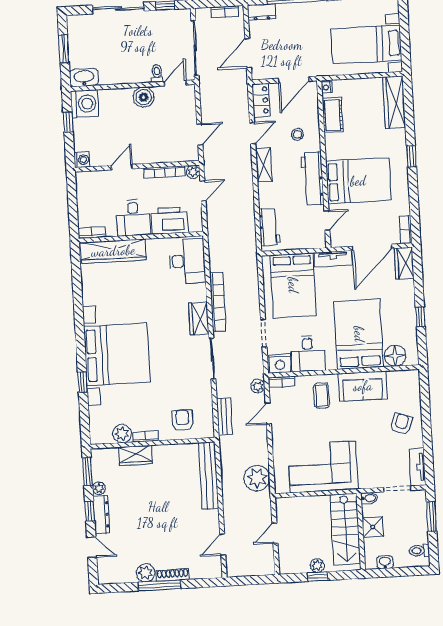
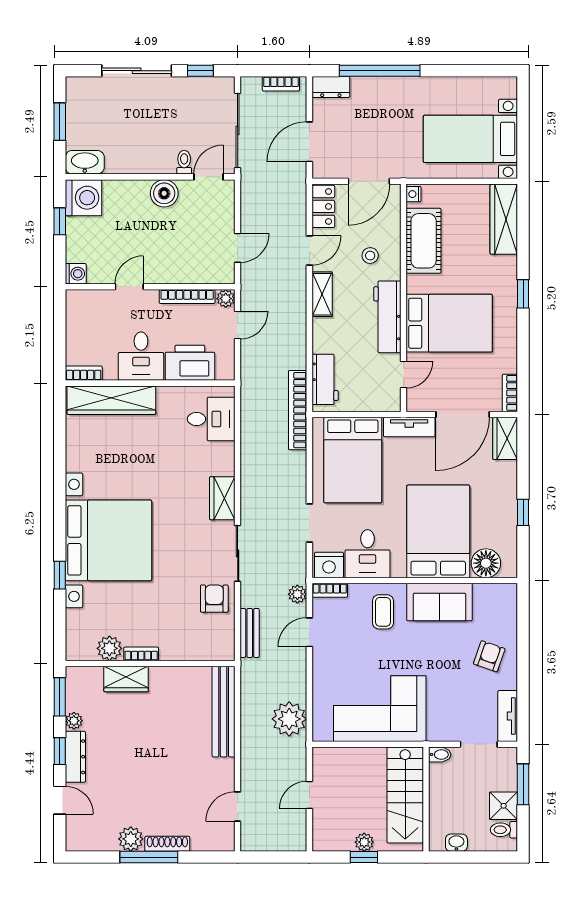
cot: (332, 115) -> (424, 241), width x1.37, depth x1.34
desk: (187, 261) -> (211, 419), width x0.73
bookcase: (218, 302) -> (298, 410), moved, turned 180
armchair: (182, 420) -> (214, 599), moved
shower: (373, 527) -> (504, 806), moved

